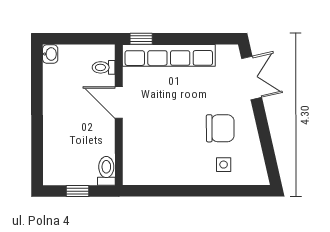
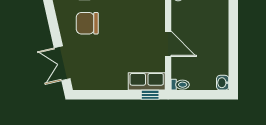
row of seats: (169, 55) -> (147, 81), width x0.50
toilet: (104, 67) -> (180, 85), moved

